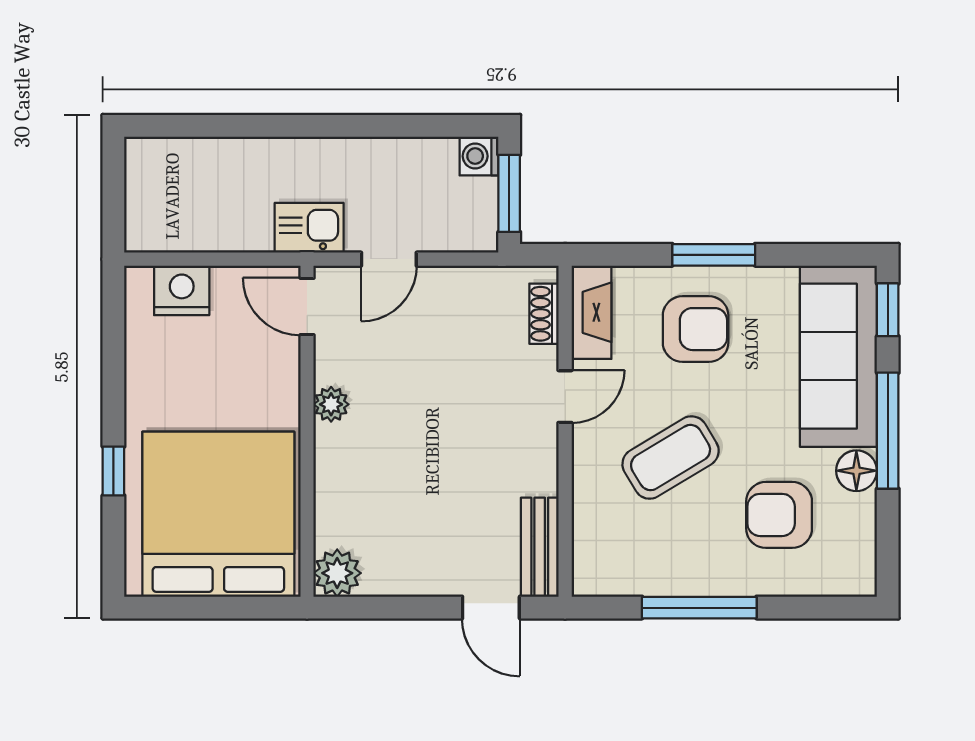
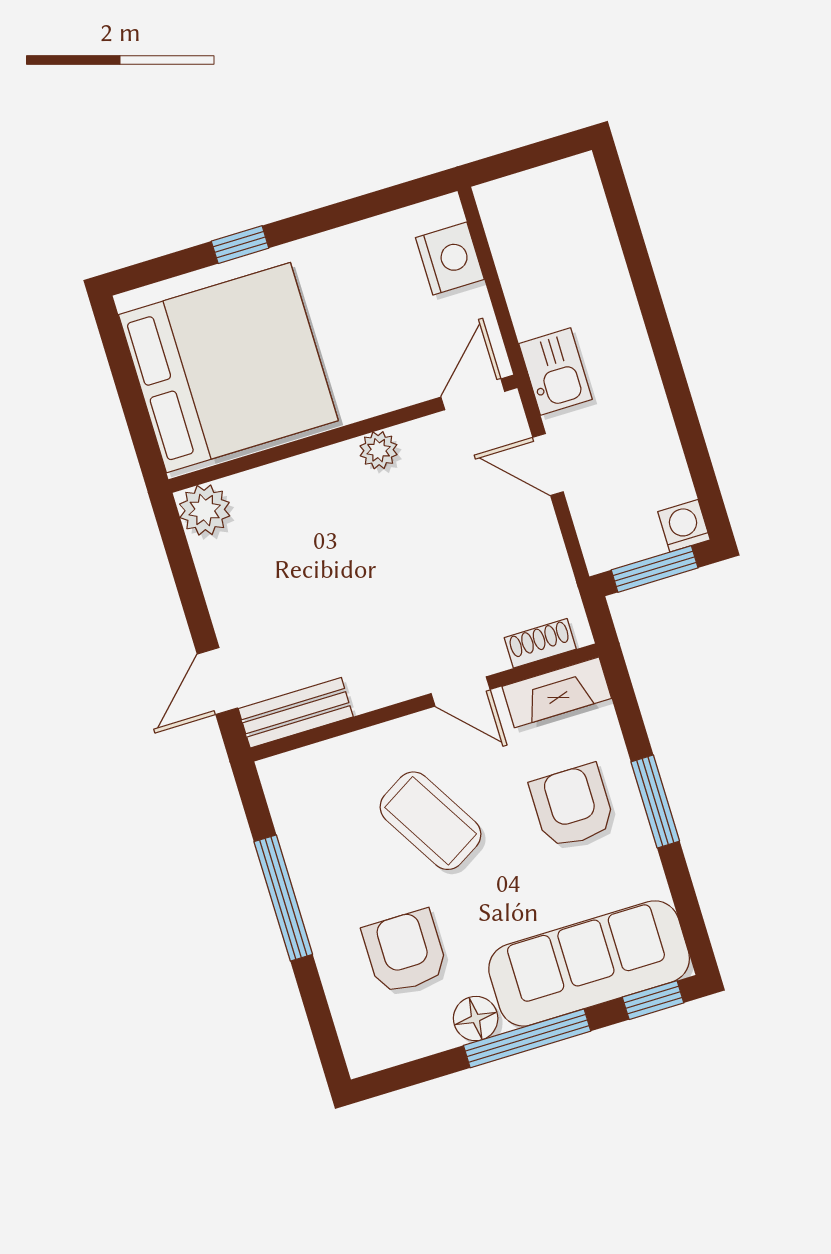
armchair: (696, 329) -> (572, 806), turned 180

